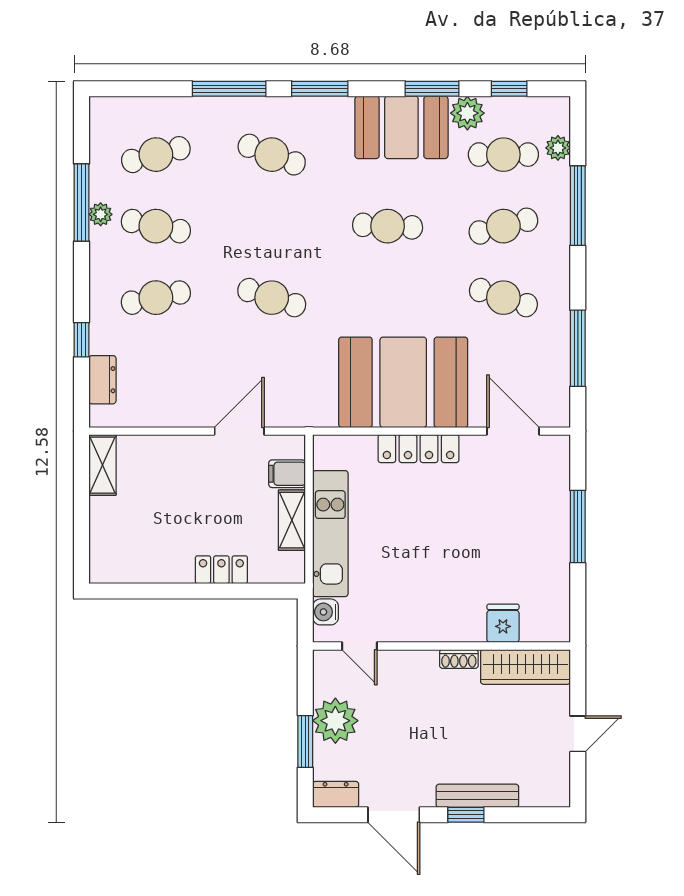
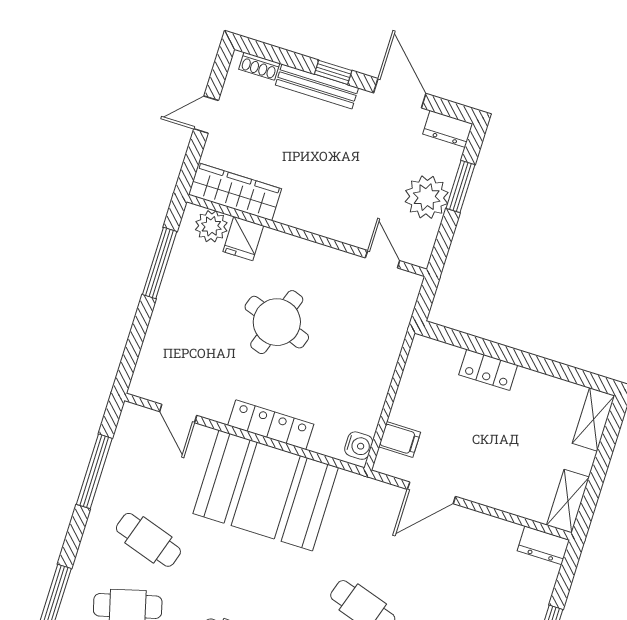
dresser: (102, 380) -> (543, 545), moved, turned -90
door: (513, 431) -> (178, 414), width x0.73
shelving: (292, 520) -> (594, 419), moved
window: (578, 527) -> (160, 263), moved
kitchen unit: (330, 534) -> (377, 372), removed
round table: (444, 551) -> (277, 322), added
water cooler: (326, 612) -> (359, 446), moved
plant: (538, 626) -> (211, 226), added
shoe rack: (459, 659) -> (259, 66), moved, turned 180

